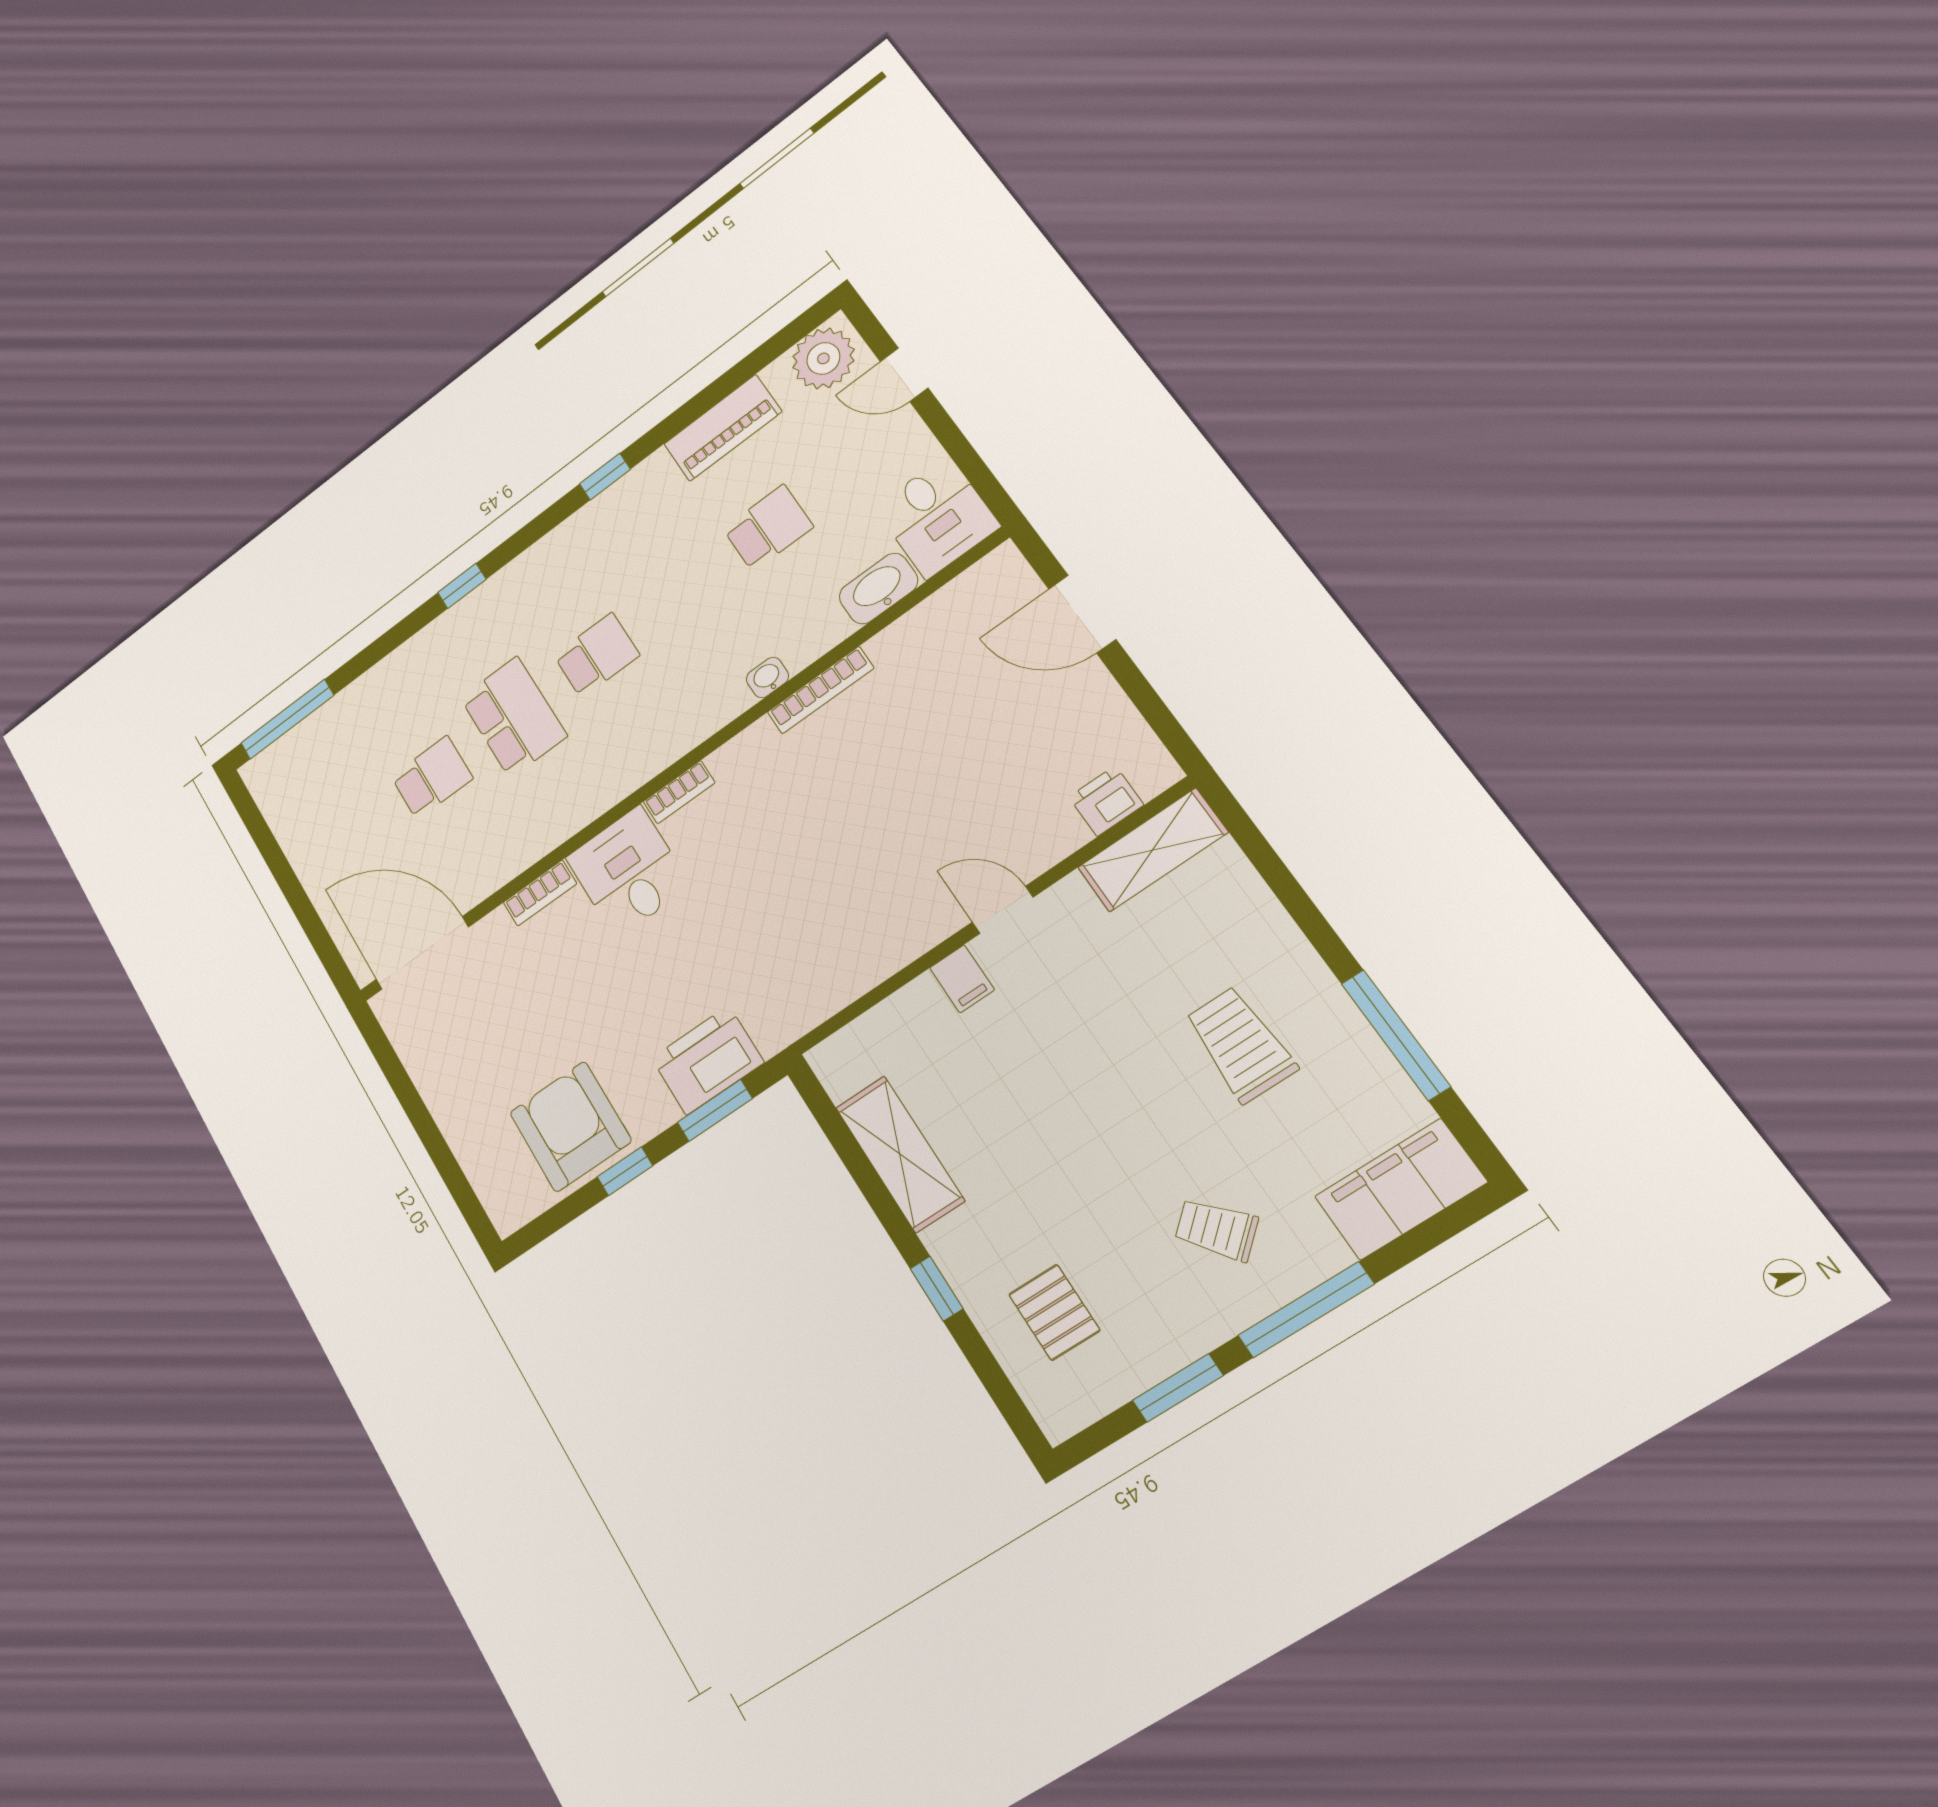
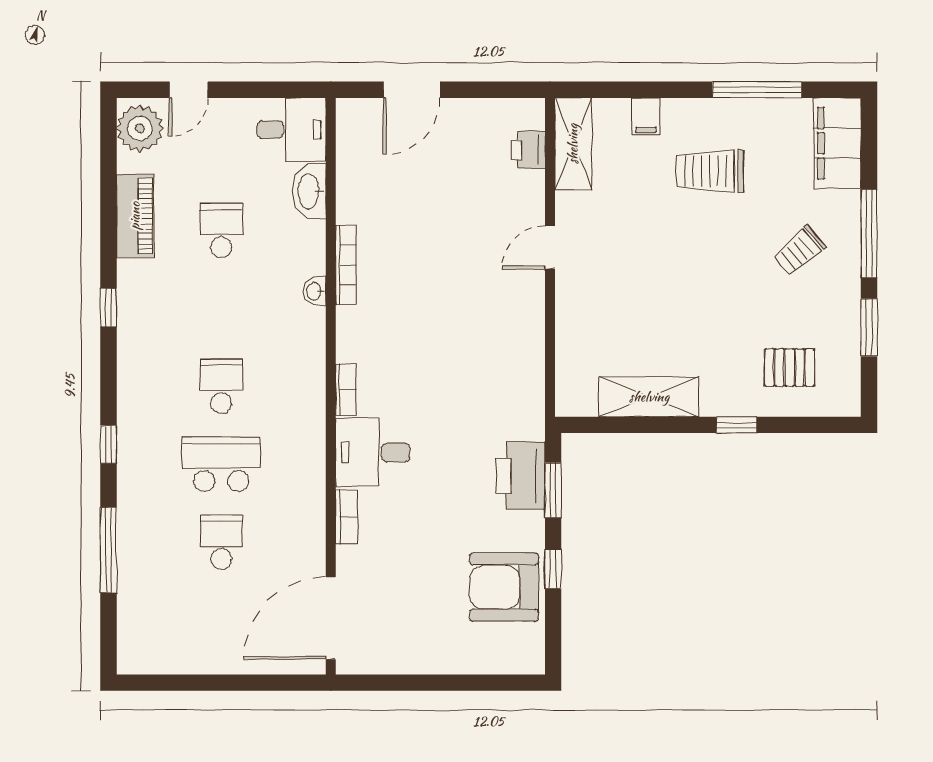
window: (287, 719) -> (108, 550), moved
filing cabinet: (962, 979) -> (646, 117), moved, turned 90

